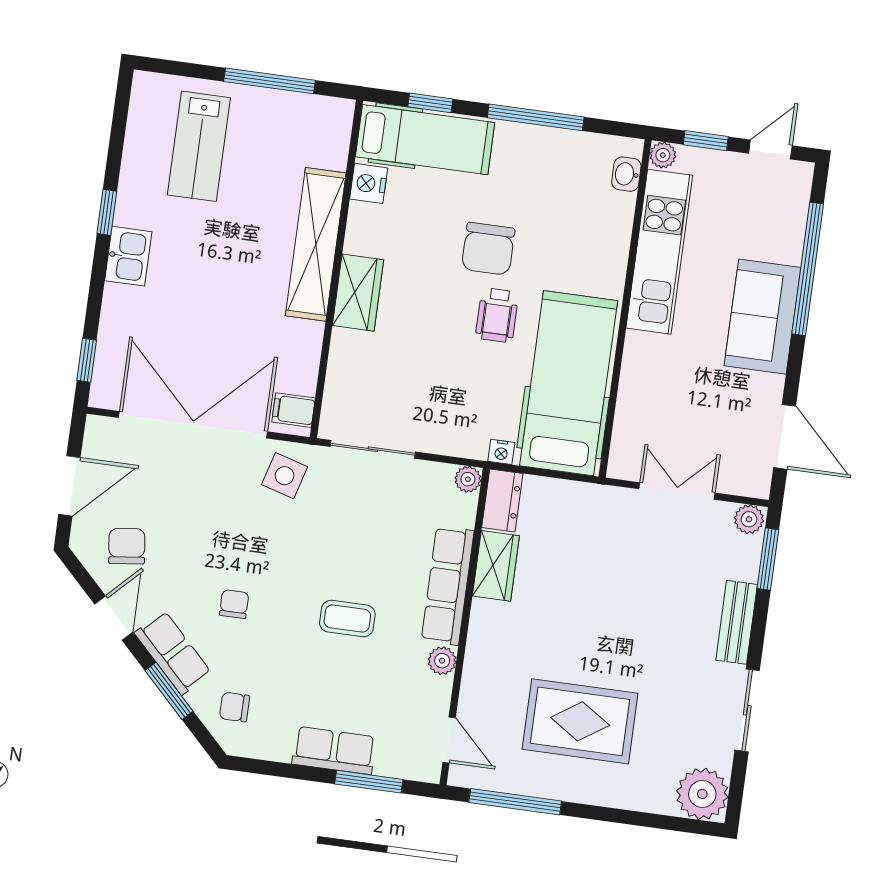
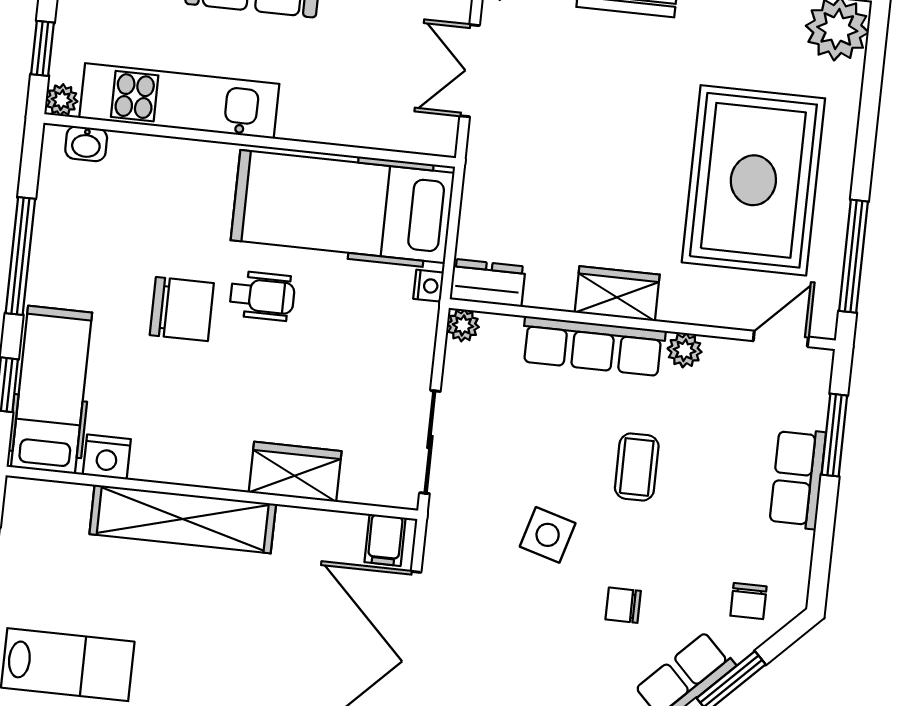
wardrobe: (358, 293) -> (295, 472), moved
side table: (285, 476) -> (548, 535), moved
wardrobe: (496, 566) -> (617, 294), moved
rug: (580, 721) -> (753, 180), width x1.37, depth x1.44

